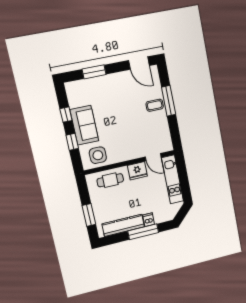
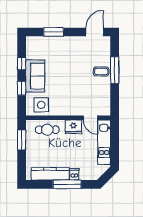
door: (139, 63) -> (95, 32), swing flipped
window: (89, 215) -> (22, 140), moved

